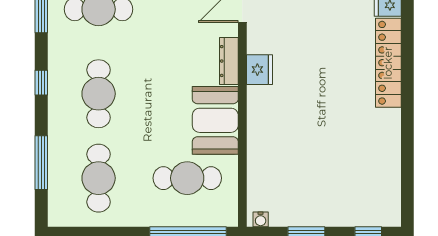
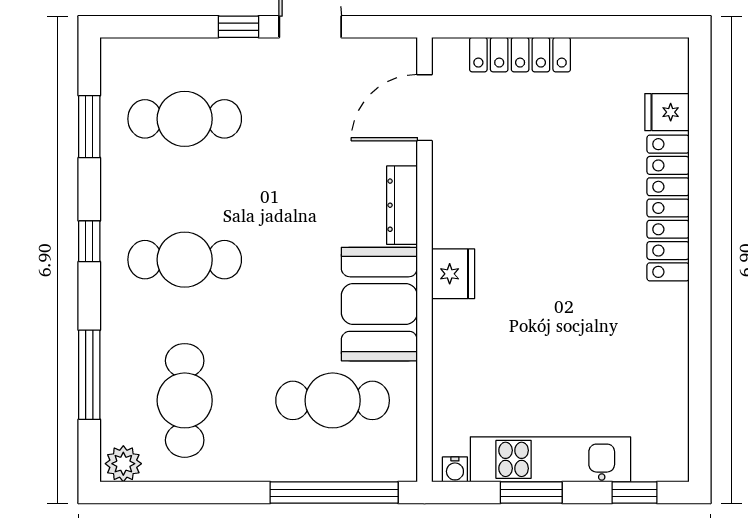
fridge: (259, 70) -> (453, 274), moved
cafe table: (99, 94) -> (185, 260), turned 90
kitchen unit: (318, 213) -> (550, 459), added
plant: (62, 216) -> (123, 464), added

